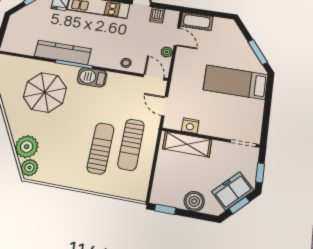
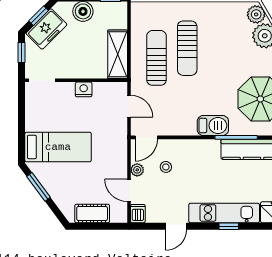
dishwasher: (157, 15) -> (138, 214), moved
cot: (197, 21) -> (92, 214), moved
stool: (126, 63) -> (166, 167), moved
door: (154, 77) -> (146, 137), hinge flipped
nightstand: (190, 126) -> (84, 89), moved
shelving: (187, 144) -> (118, 54), moved, turned 90

